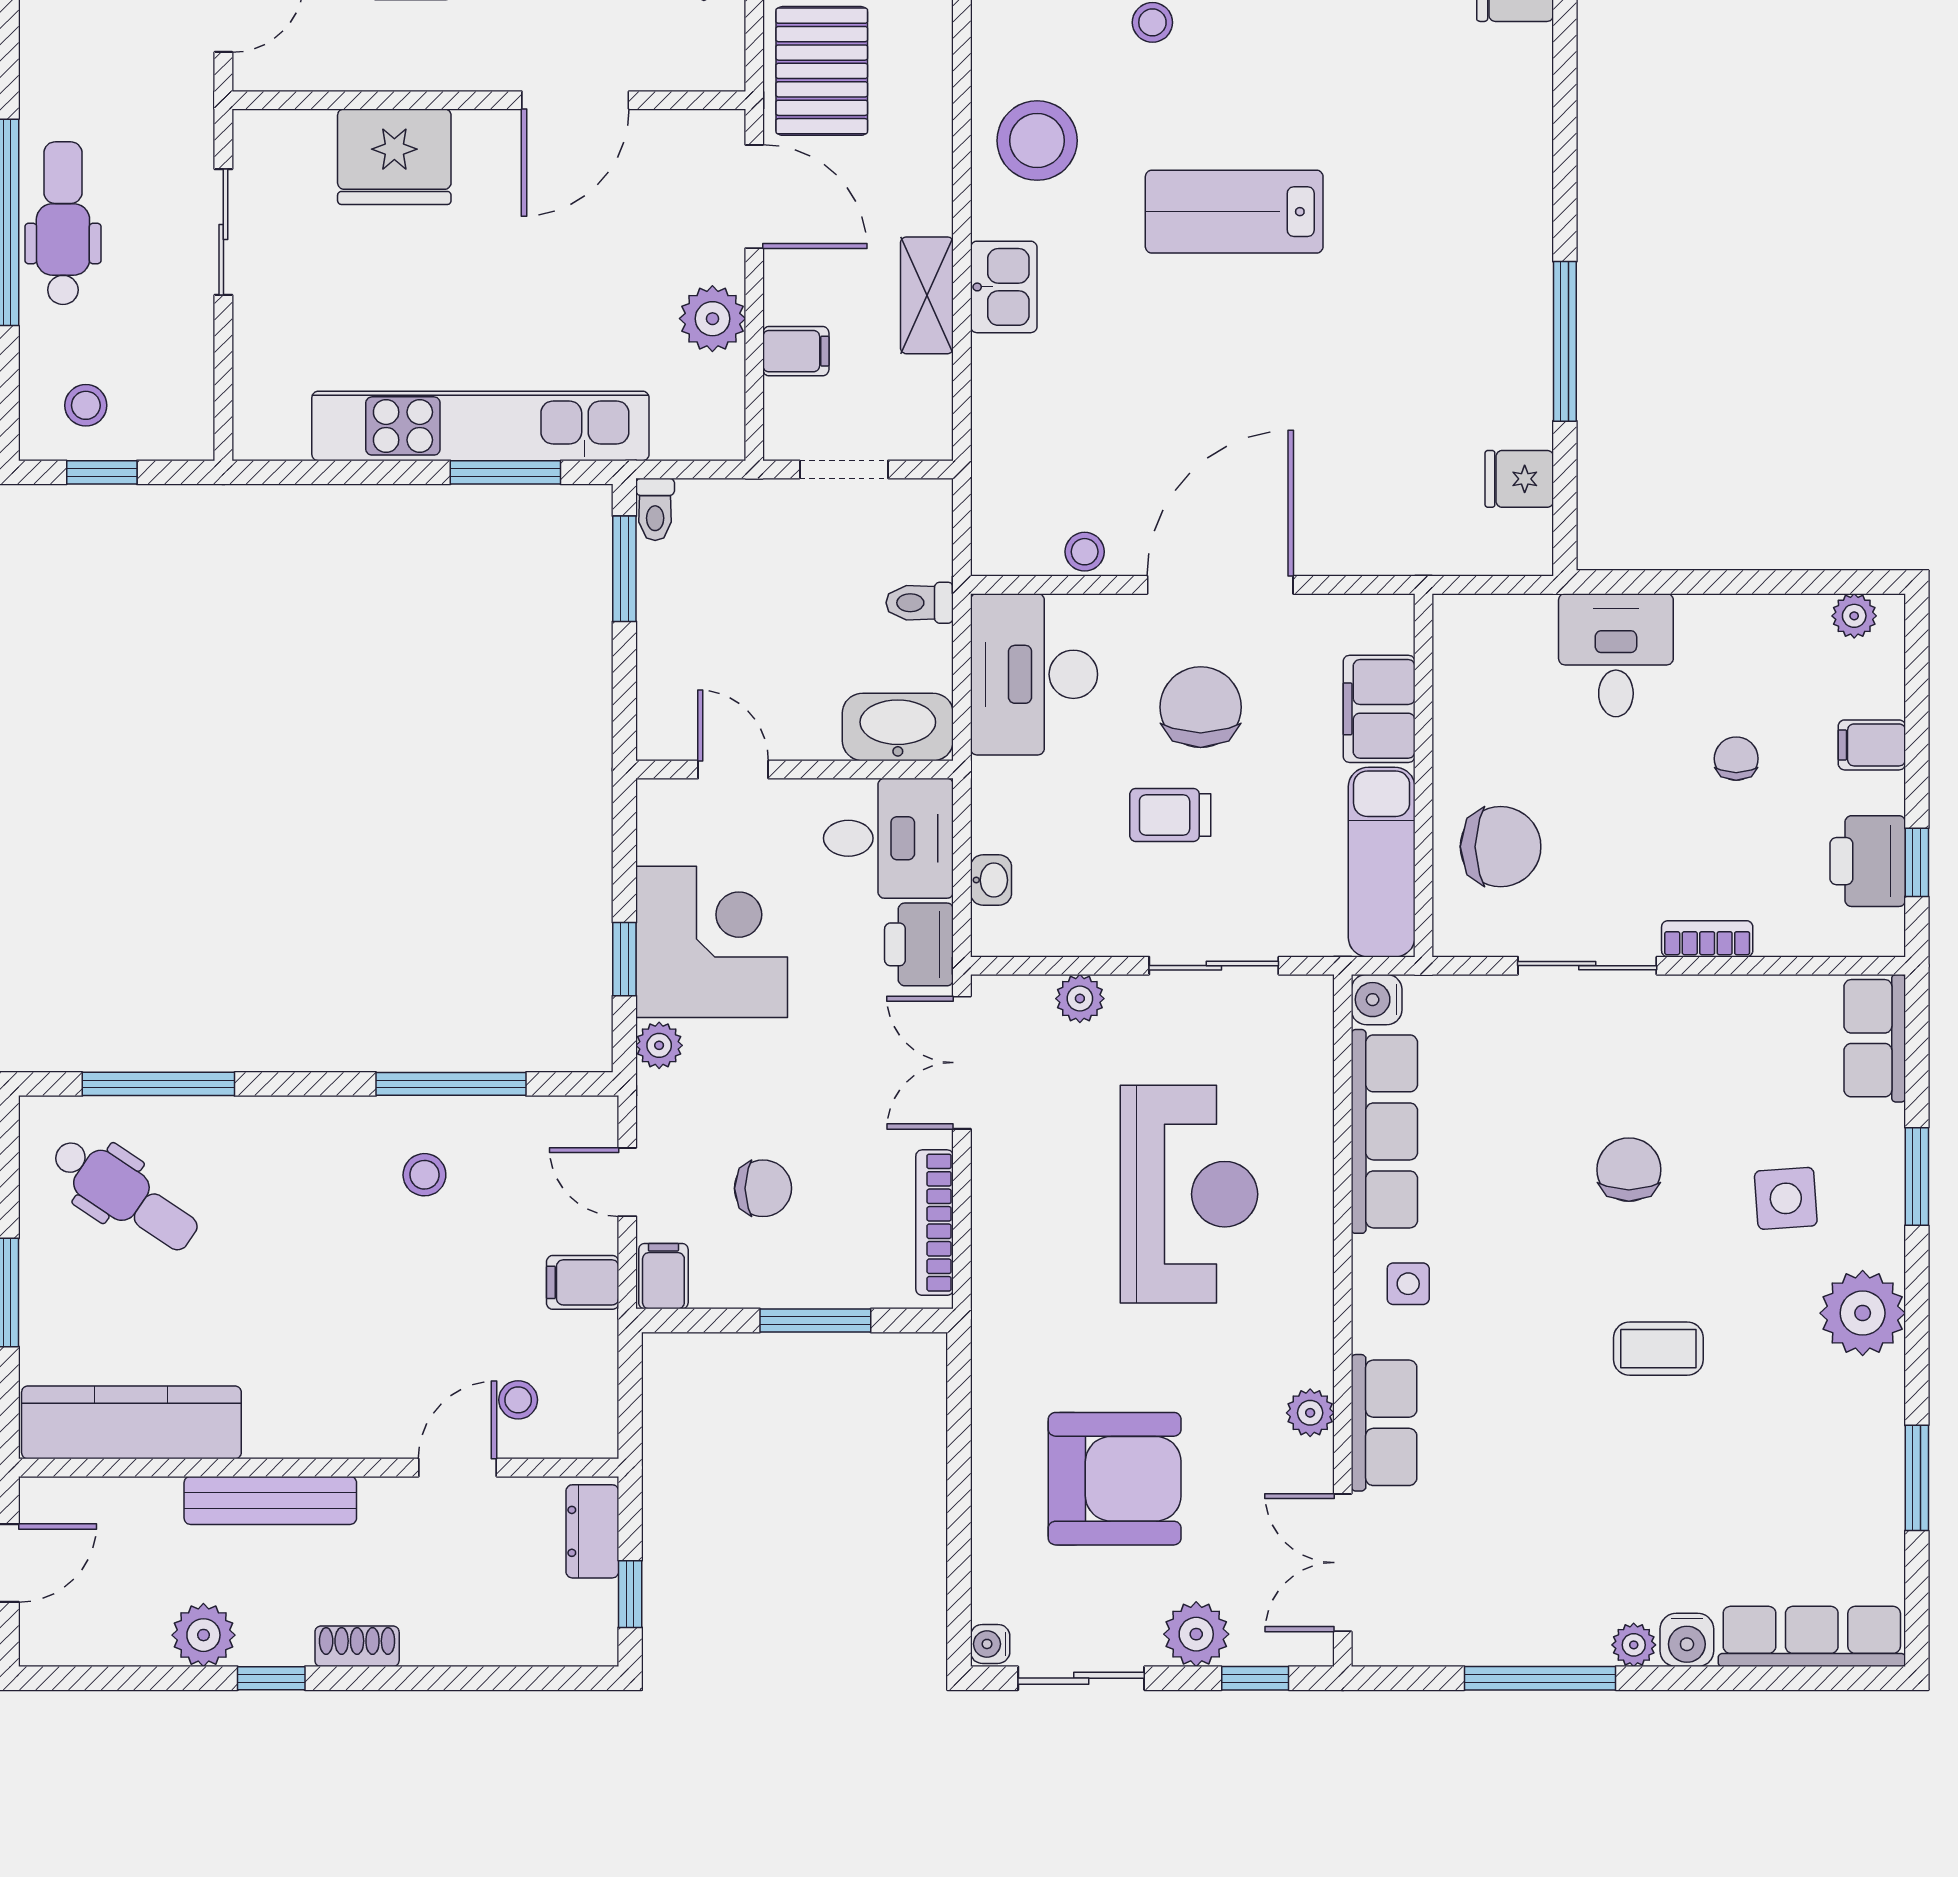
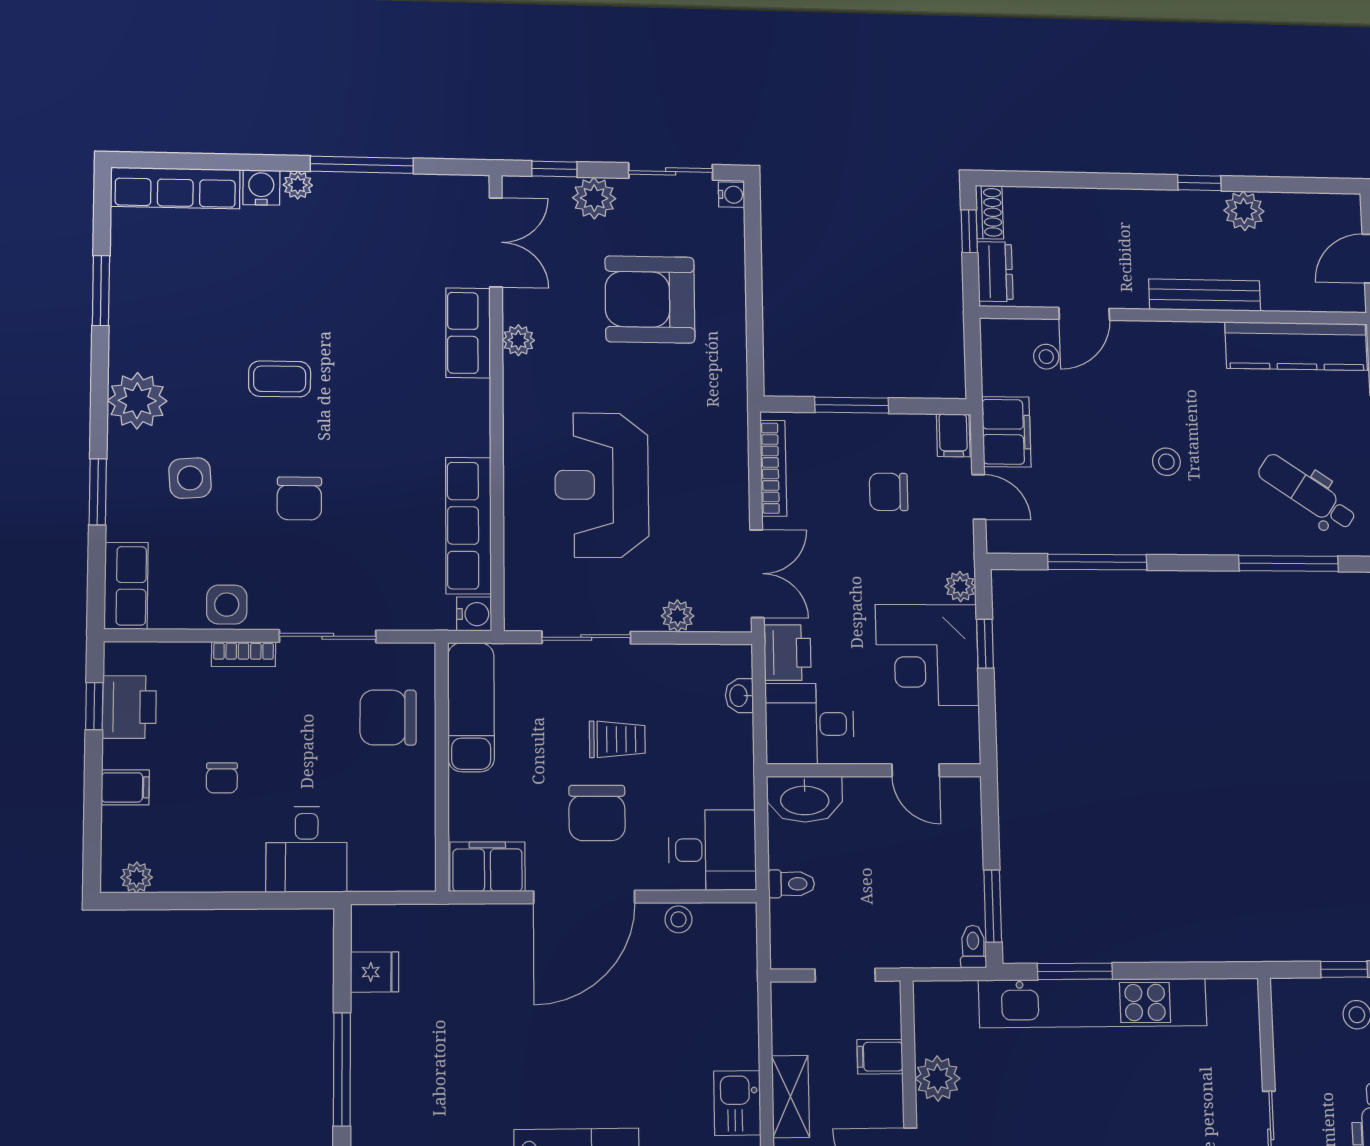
desk: (1034, 674) -> (712, 850), width x0.73
filing cabinet: (1379, 709) -> (487, 867), moved, turned -90
stool: (424, 1175) -> (1166, 462), moved
filing cabinet: (583, 1282) -> (1006, 432), width x2.00
side table: (1408, 1284) -> (227, 605), moved, width x1.37, depth x1.37
shoe rack: (357, 1646) -> (989, 212), moved, turned -90

